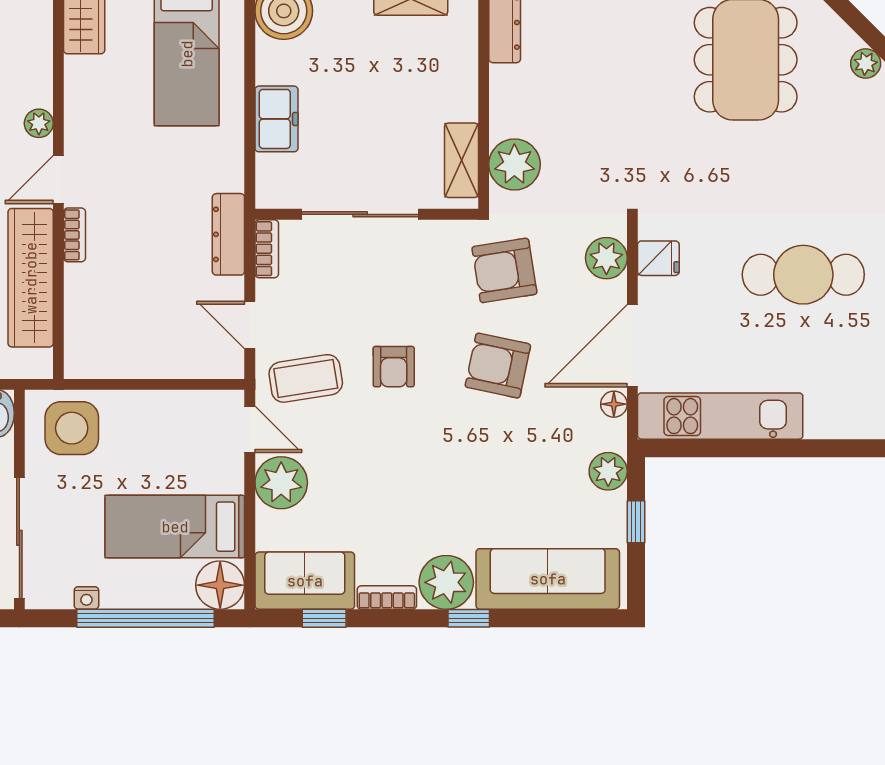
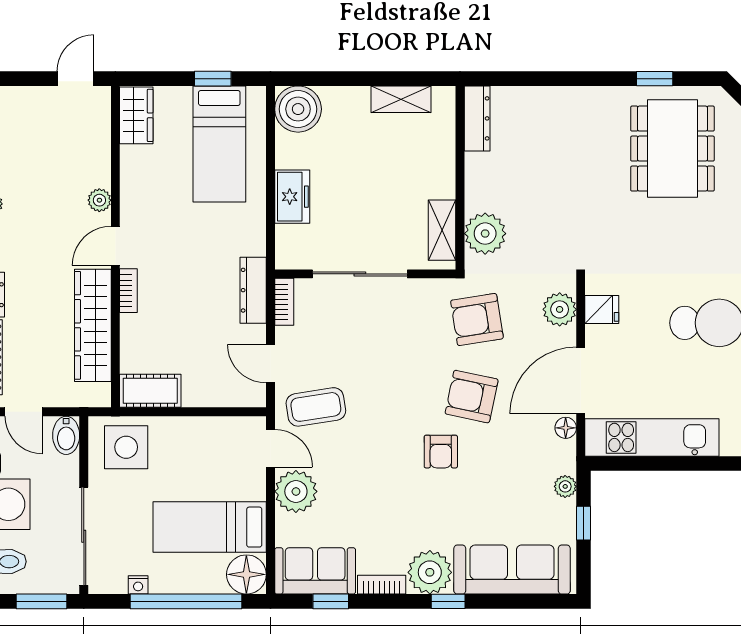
cot: (101, 359) -> (150, 391), added
armchair: (394, 367) -> (441, 452), moved
plant: (608, 471) -> (565, 486), width x0.73, depth x0.73

